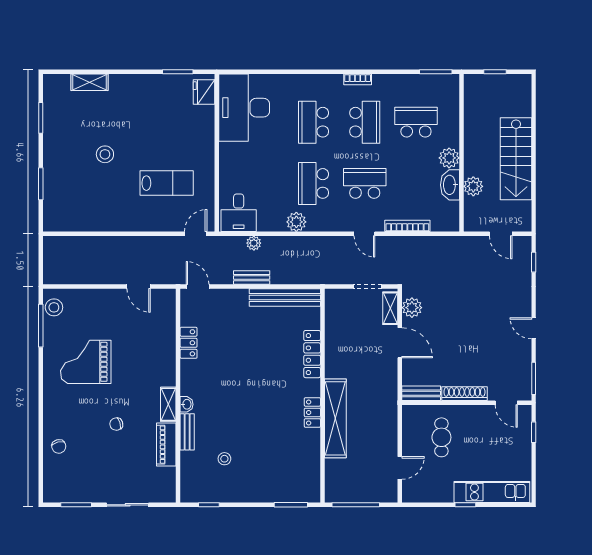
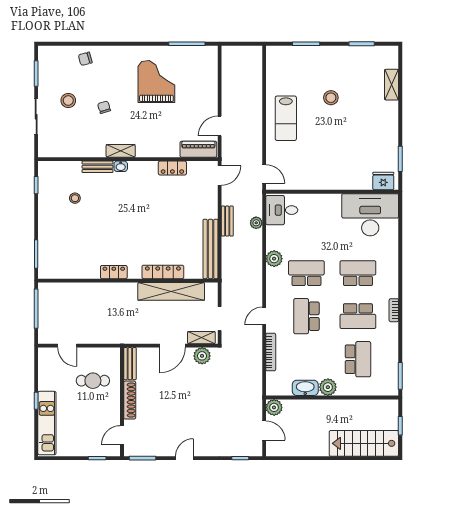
stairs: (516, 159) -> (364, 443), moved
lab bench: (167, 183) -> (286, 118), moved
school desk: (365, 183) -> (306, 316), turned 180
plant: (473, 186) -> (274, 407), moved
door: (501, 234) -> (264, 430), swing flipped
stool: (54, 307) -> (68, 100), moved
shelving: (335, 418) -> (171, 291), moved
piano: (166, 445) -> (198, 149), moved

